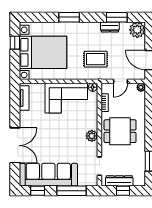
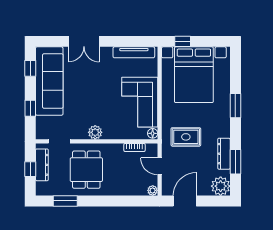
dresser: (110, 27) -> (224, 154), width x1.44
window: (15, 43) -> (183, 41), moved
rug: (96, 59) -> (186, 137), turned 90
tv unit: (24, 98) -> (134, 52), width x1.41
dining table: (120, 131) -> (86, 170), moved
double door: (15, 145) -> (84, 41), width x0.73
window: (71, 191) -> (30, 108), width x0.46

